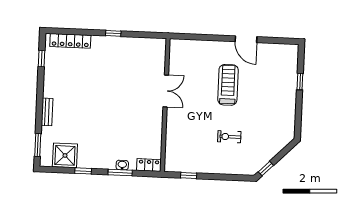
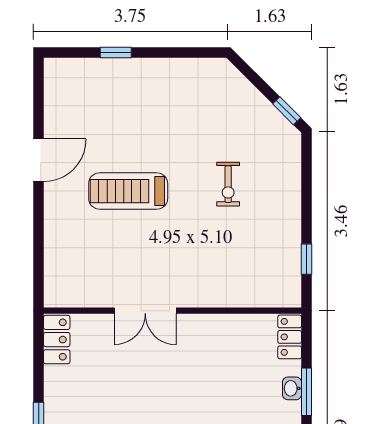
locker: (153, 45) -> (57, 340), added
double door: (166, 91) -> (145, 311), swing flipped

